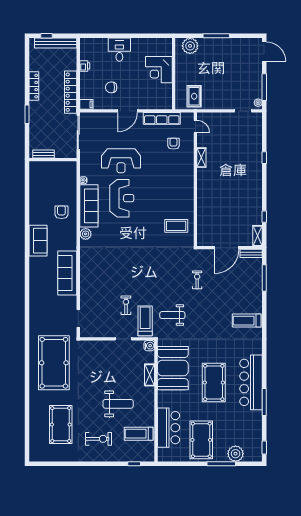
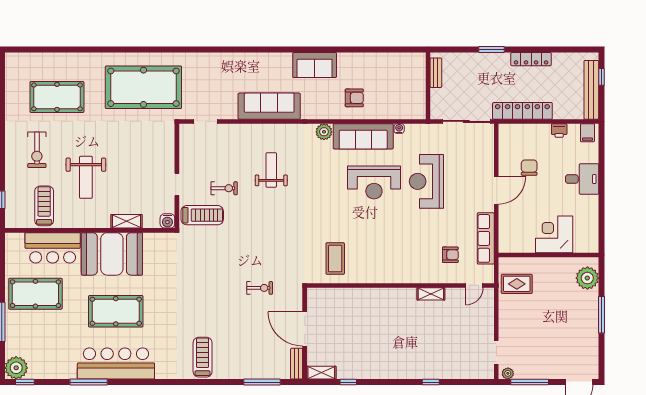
filing cabinet: (86, 104) -> (587, 133), moved
door: (127, 111) -> (496, 190), swing flipped
weight bench: (172, 315) -> (271, 170), moved
booth: (173, 368) -> (112, 254), moved
plant: (236, 454) -> (16, 368), moved

